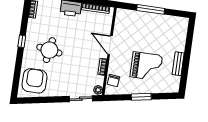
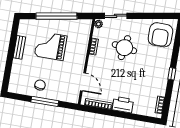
door: (110, 45) -> (83, 82), moved
round table: (49, 50) -> (124, 48), moved
chair: (113, 81) -> (40, 85), moved
window: (141, 97) -> (56, 16), width x2.11

